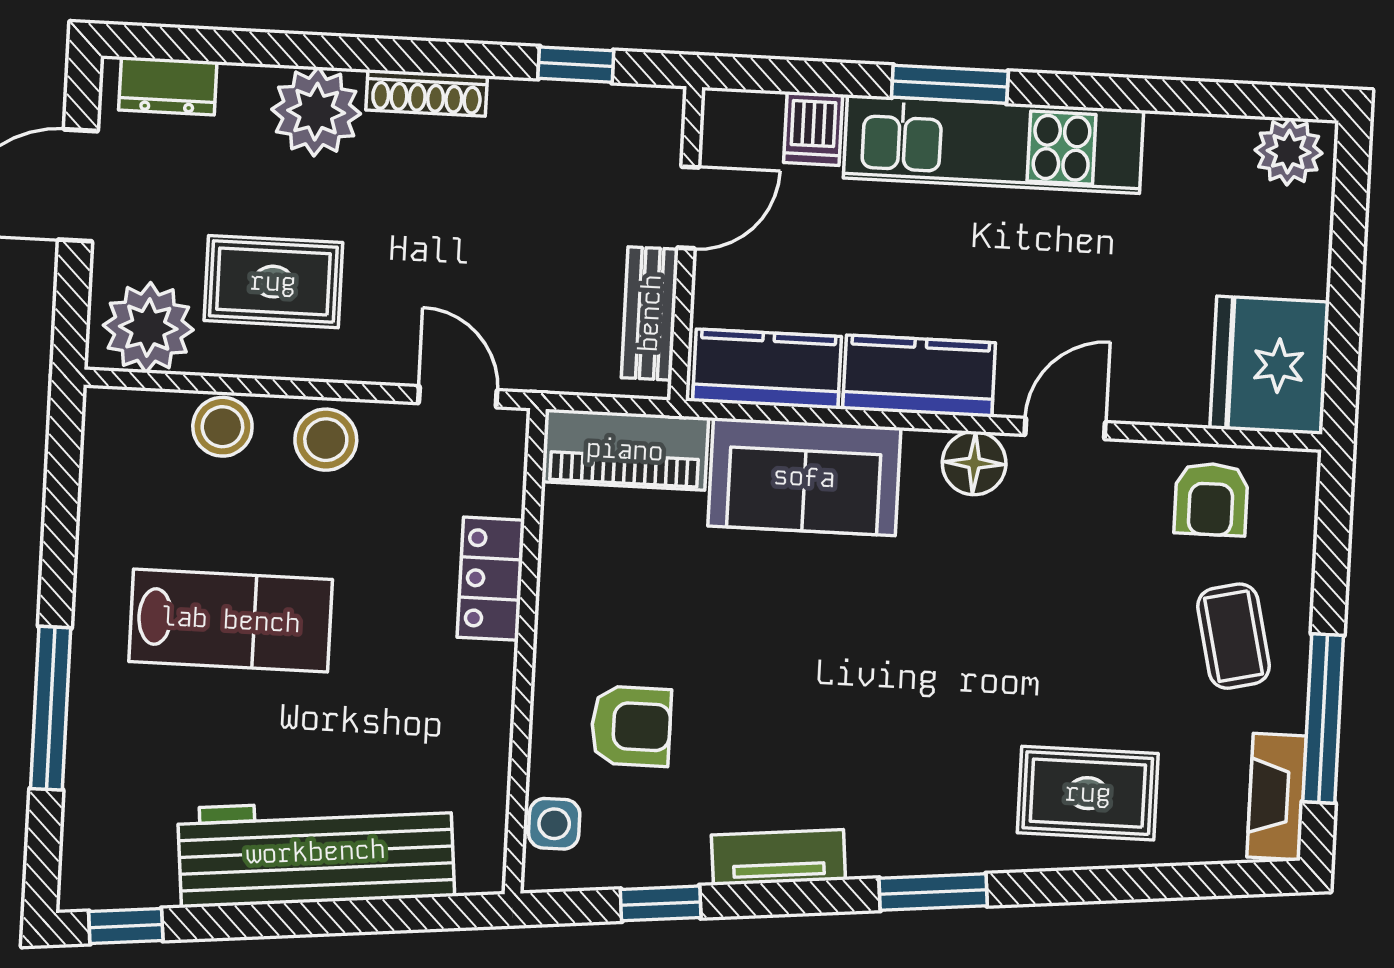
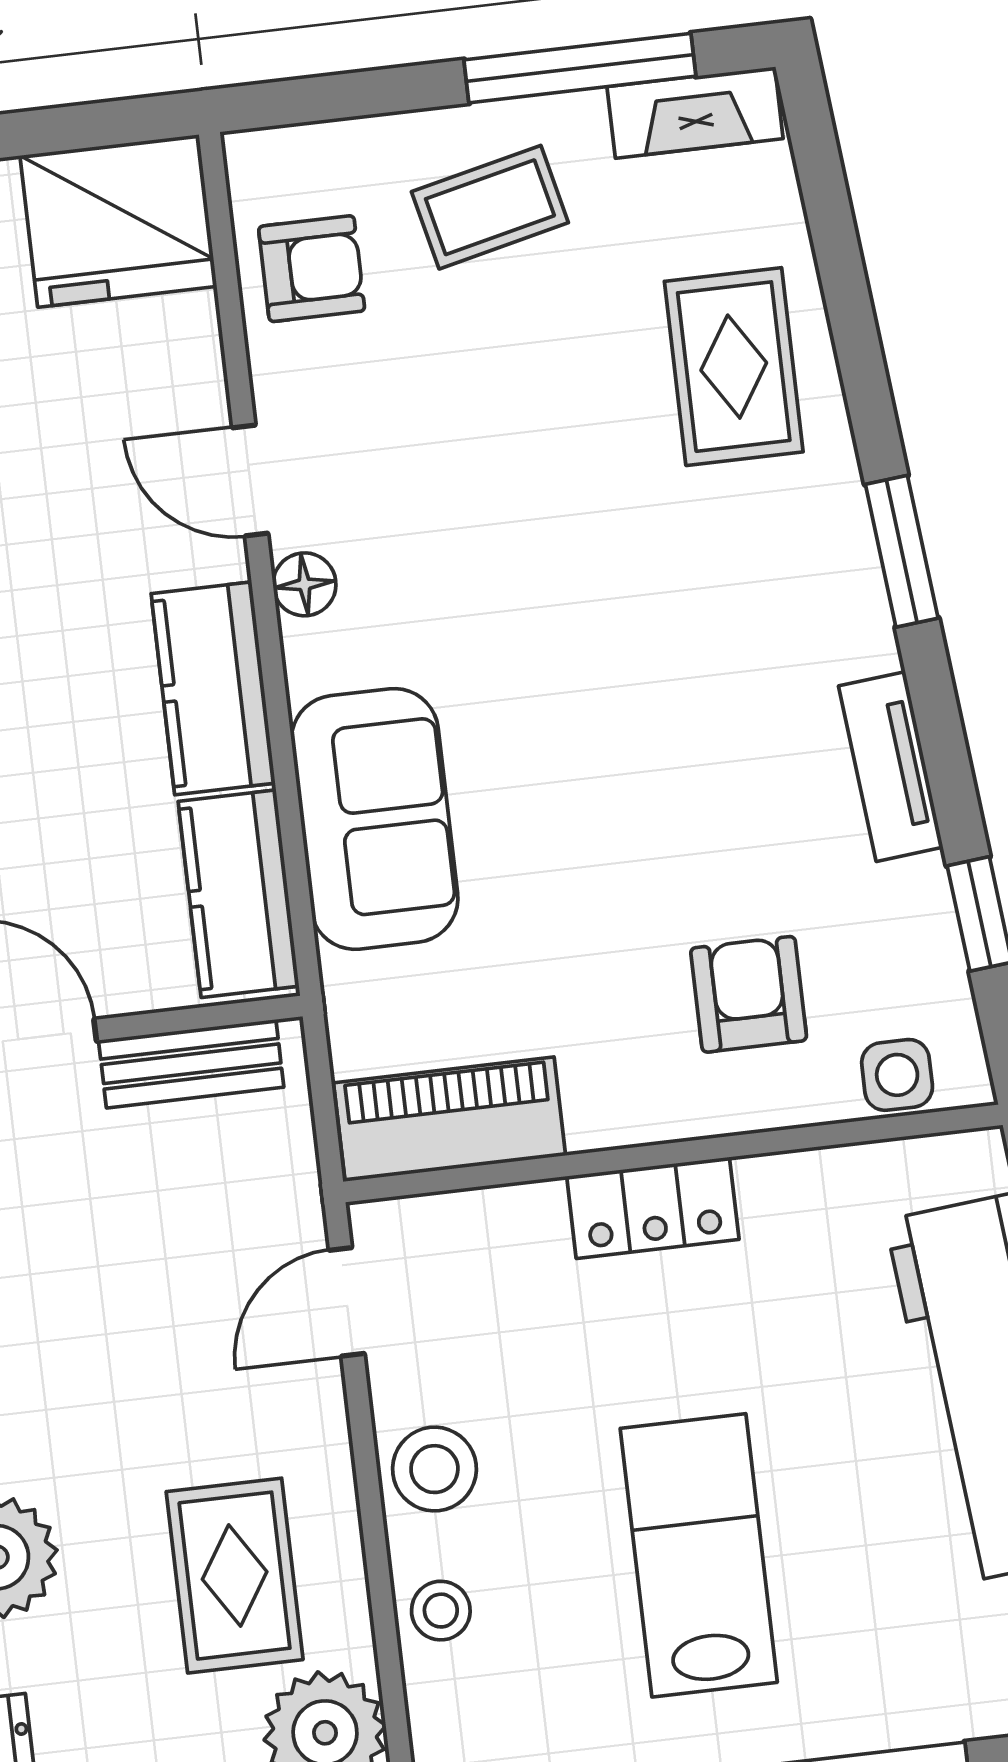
stool: (222, 427) -> (441, 1611), width x0.73, depth x0.73
piano: (625, 450) -> (450, 1119), moved, turned -90
floor lamp: (974, 463) -> (304, 584), width x0.73, depth x0.73
locker: (491, 579) -> (653, 1208), moved

